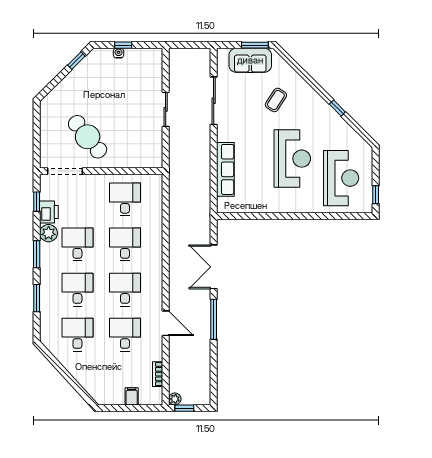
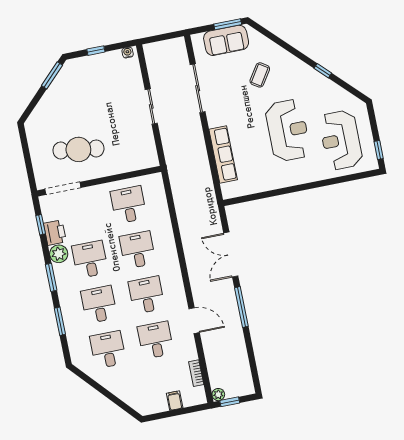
water cooler: (119, 53) -> (128, 53), moved
window: (76, 61) -> (52, 75), width x1.50
cafe table: (88, 137) -> (78, 149), turned -43
reception desk: (341, 178) -> (341, 140), turned 180

